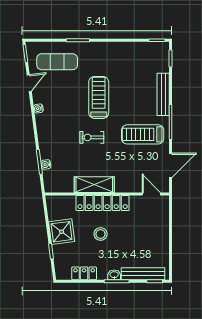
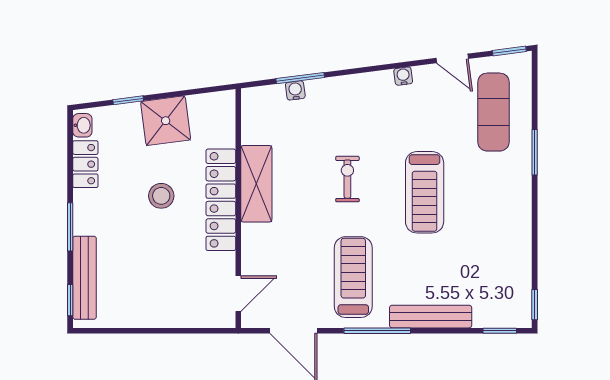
treadmill: (99, 97) -> (425, 192), turned 90
washbasin: (114, 275) -> (82, 125), moved

